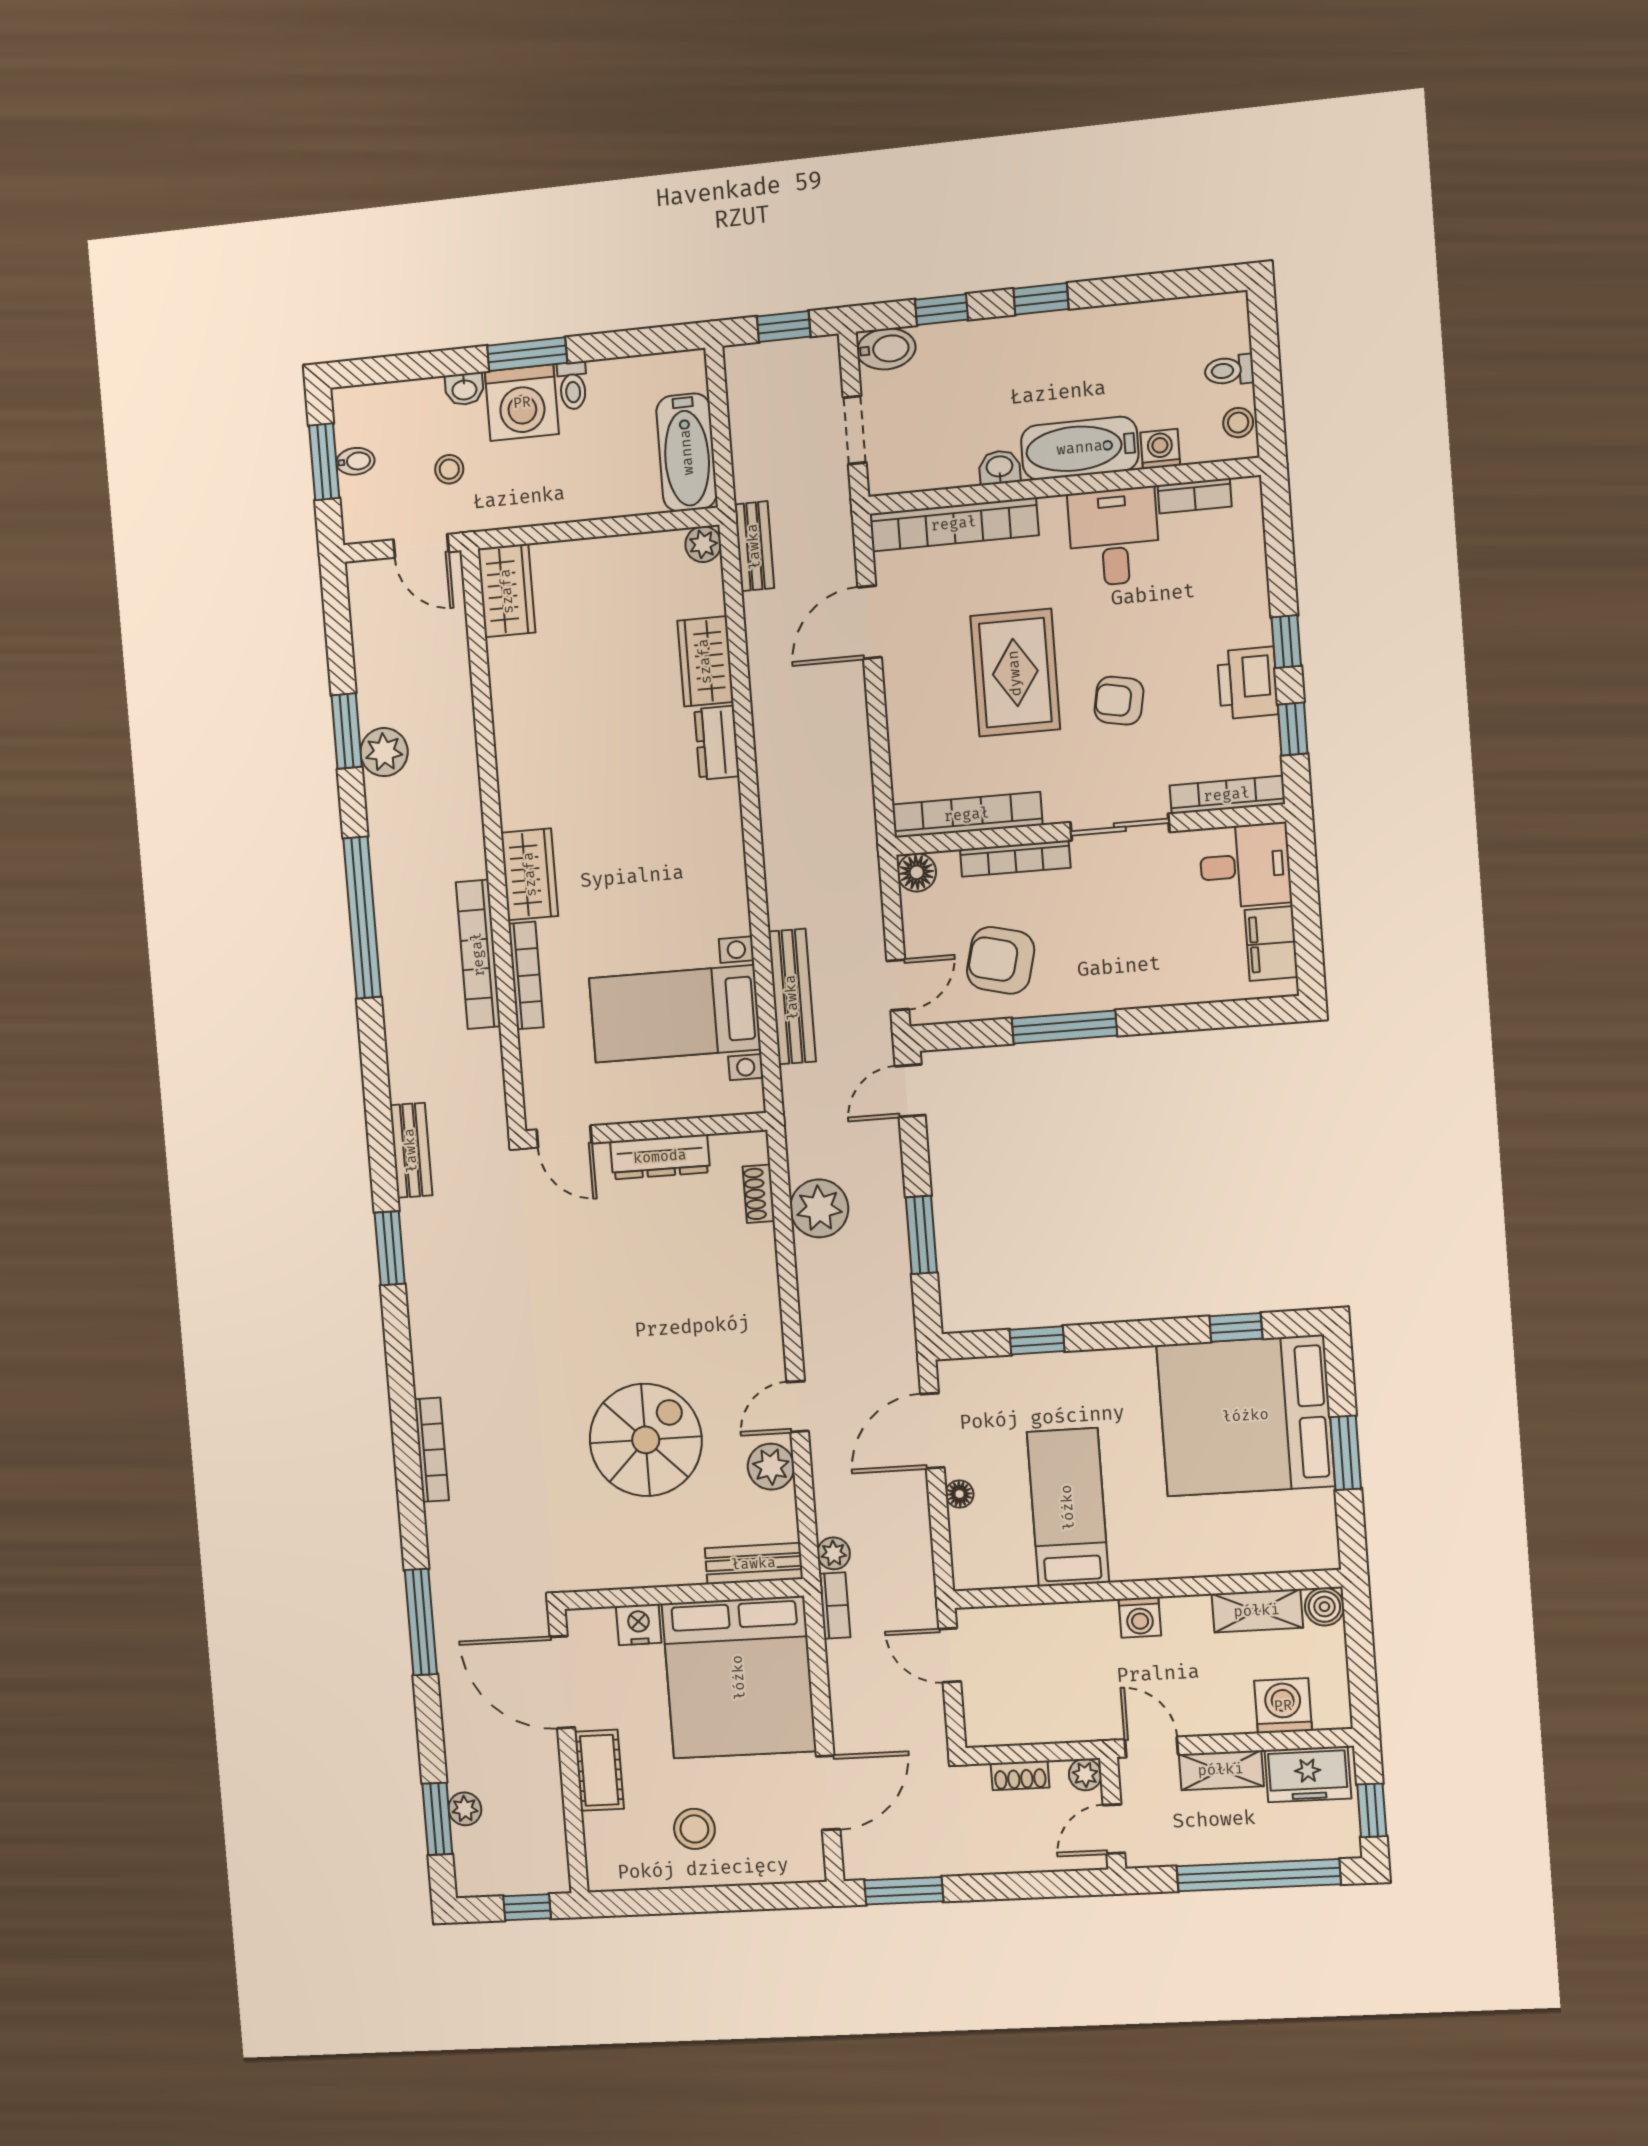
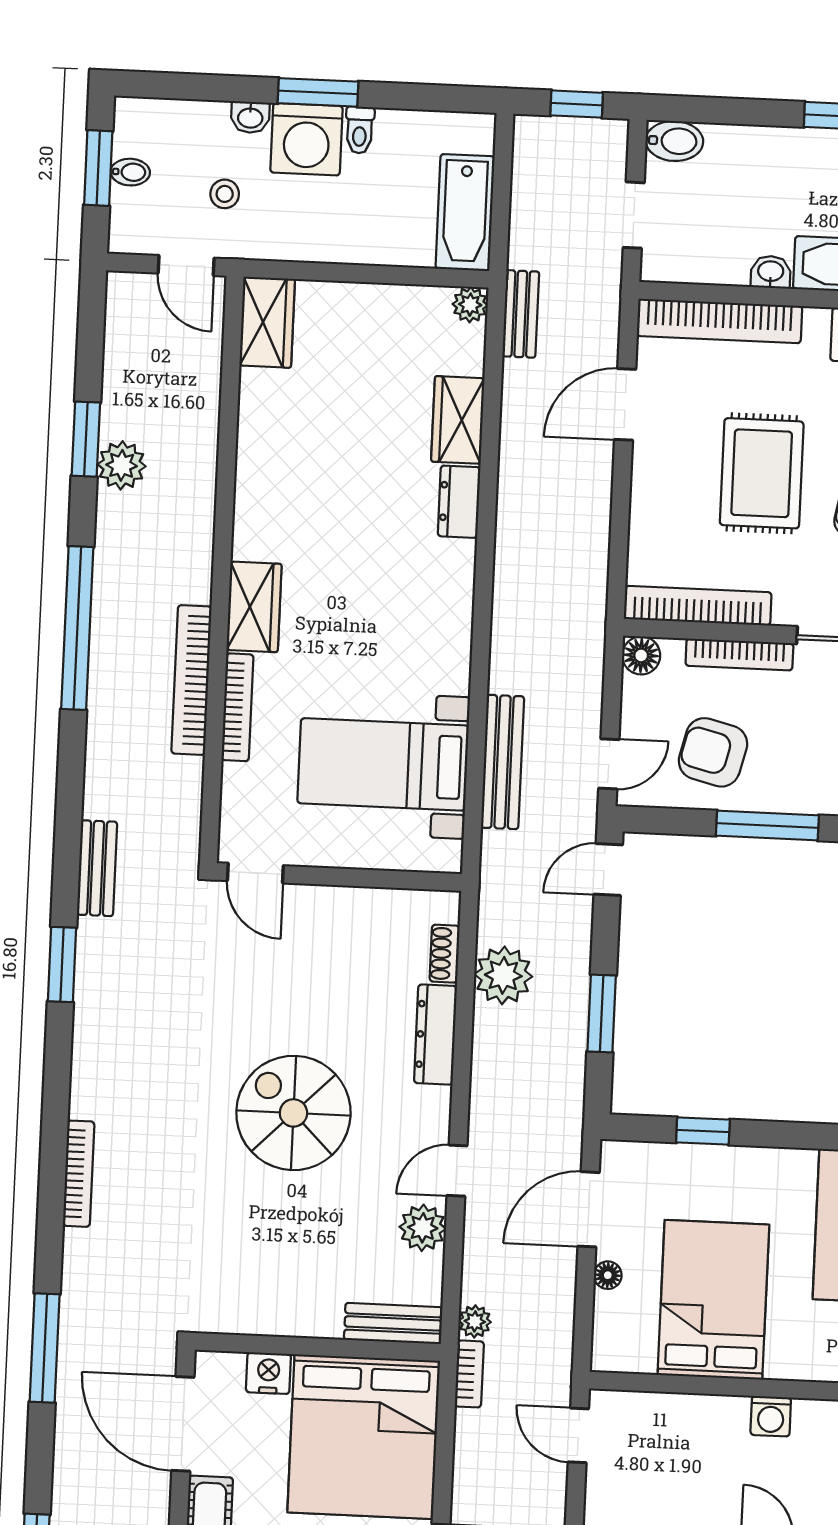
window: (941, 310) -> (733, 111), removed
dresser: (660, 1157) -> (435, 1035), moved, turned 90
spiral stairs: (646, 1440) -> (293, 1113), moved, turned -90
bed: (1068, 1507) -> (713, 1300), width x1.50

